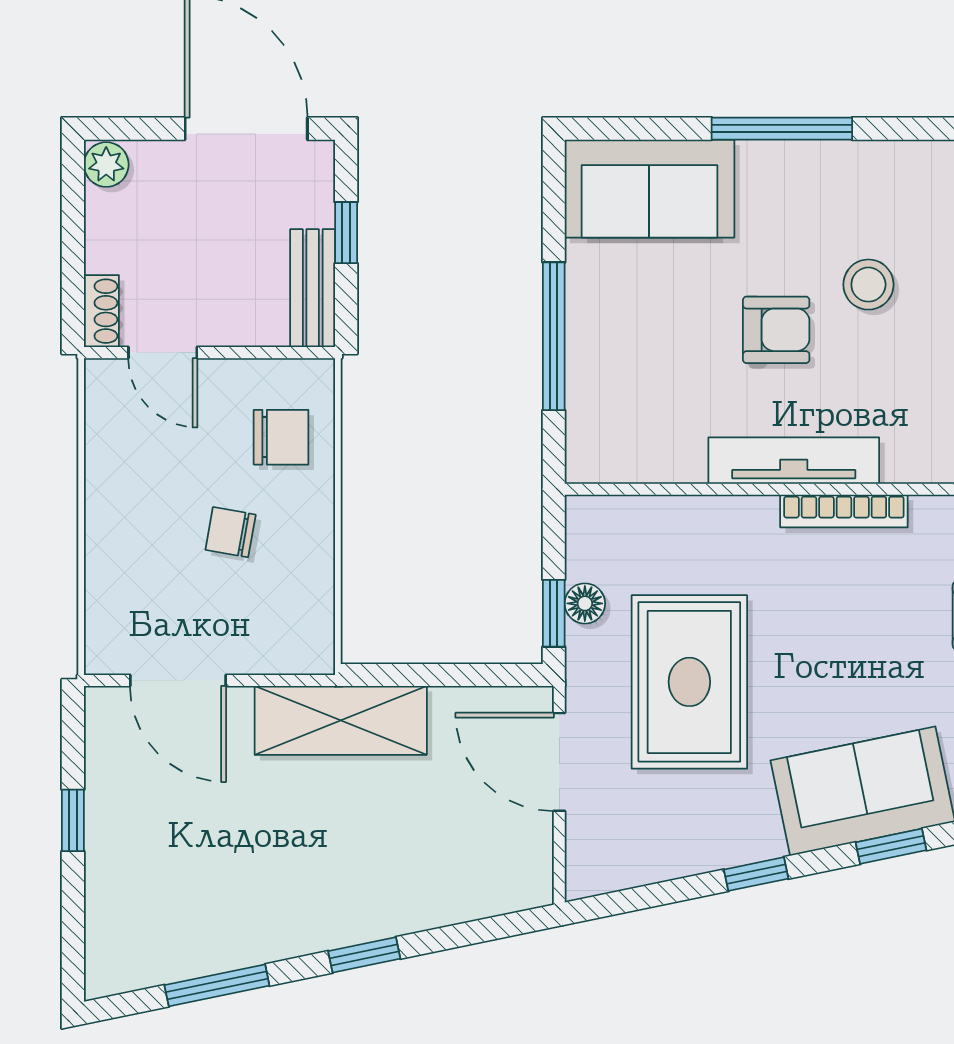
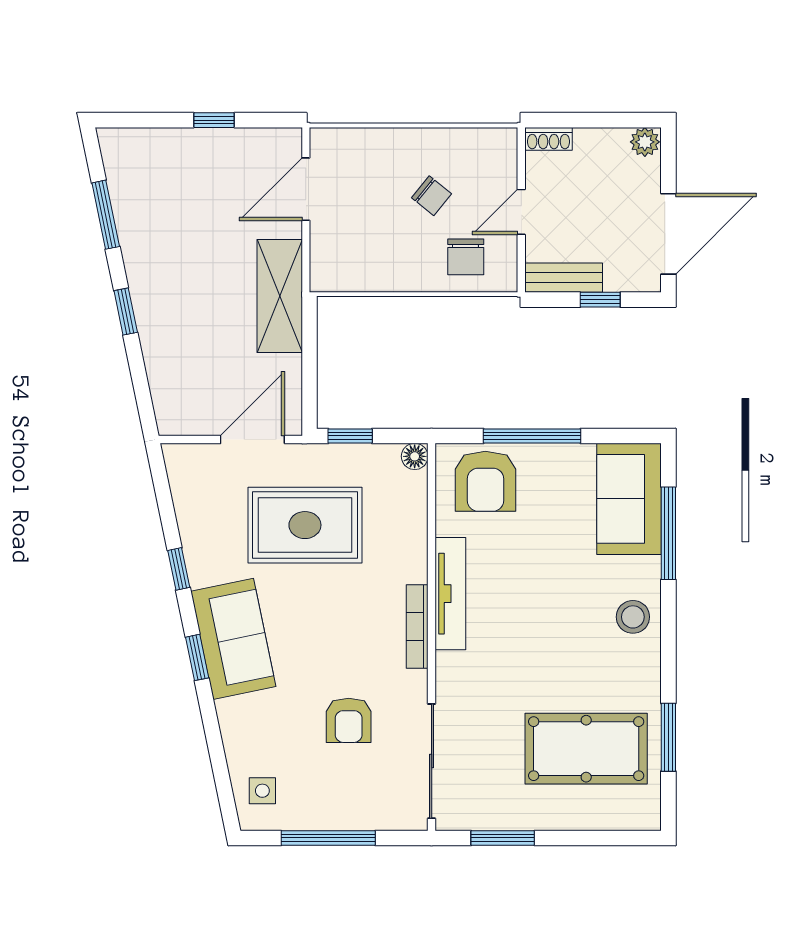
window: (782, 129) -> (668, 533), moved
stool: (868, 285) -> (633, 617), moved
armchair: (776, 330) -> (485, 481), moved, width x1.38, depth x1.38
door: (163, 353) -> (521, 212), moved
chair: (231, 532) -> (432, 196), moved, turned 119
floor lamp: (585, 603) -> (415, 456), moved

